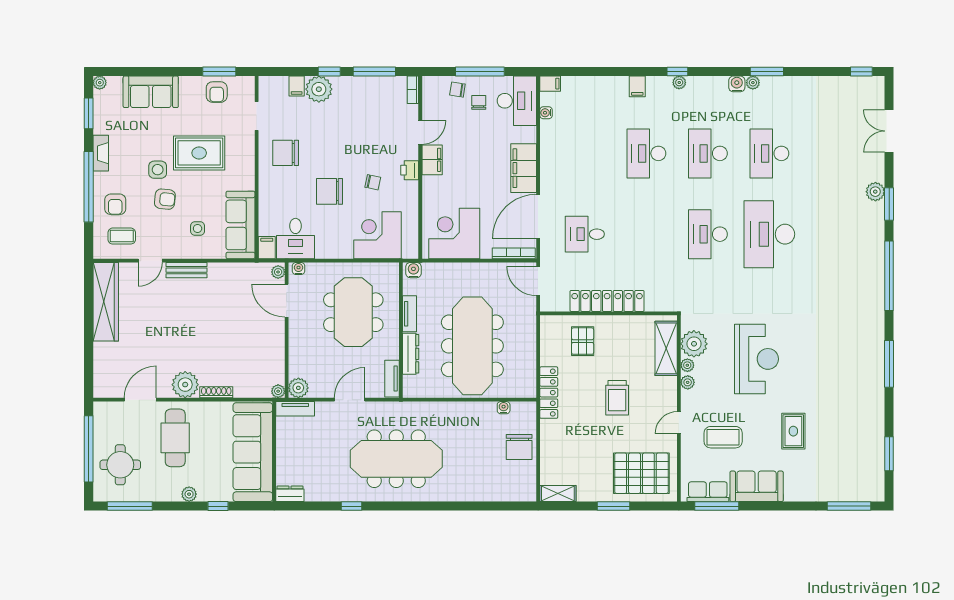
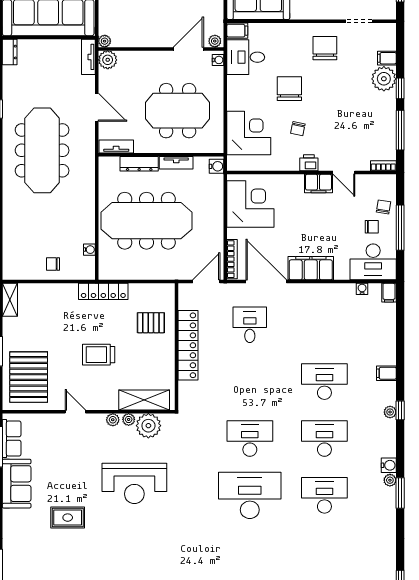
coffee table: (723, 437) -> (62, 453), removed
chair: (519, 447) -> (53, 264), width x0.54, depth x0.54

